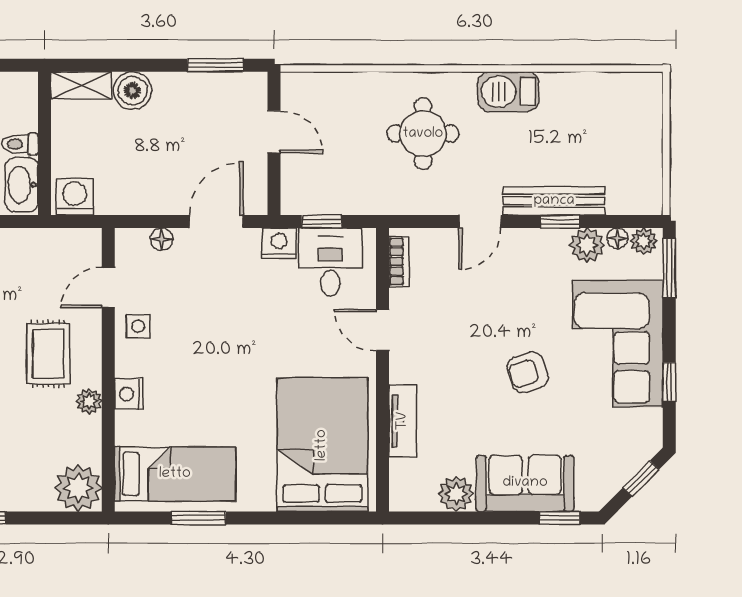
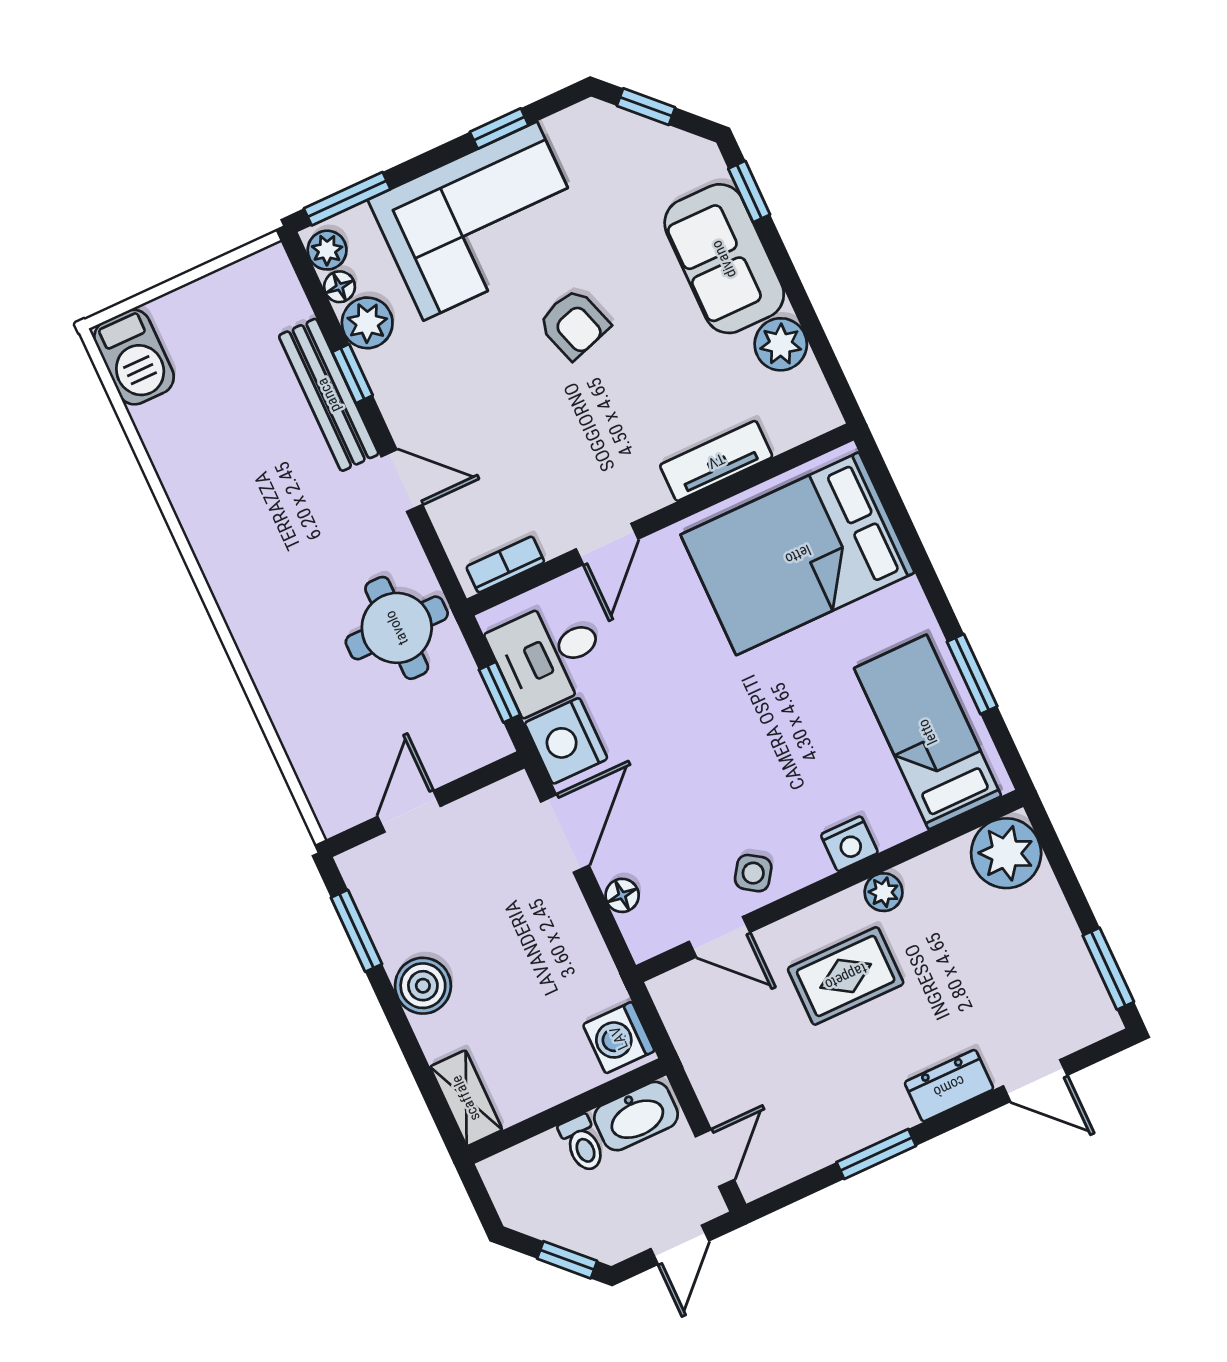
boiler: (133, 91) -> (423, 986), moved
barbecue: (508, 92) -> (134, 357), moved
round table: (423, 134) -> (397, 628), moved
door: (216, 221) -> (565, 834), swing flipped
nightstand: (279, 243) -> (566, 741), width x1.36, depth x1.33
side table: (138, 326) -> (753, 873), turned 34

